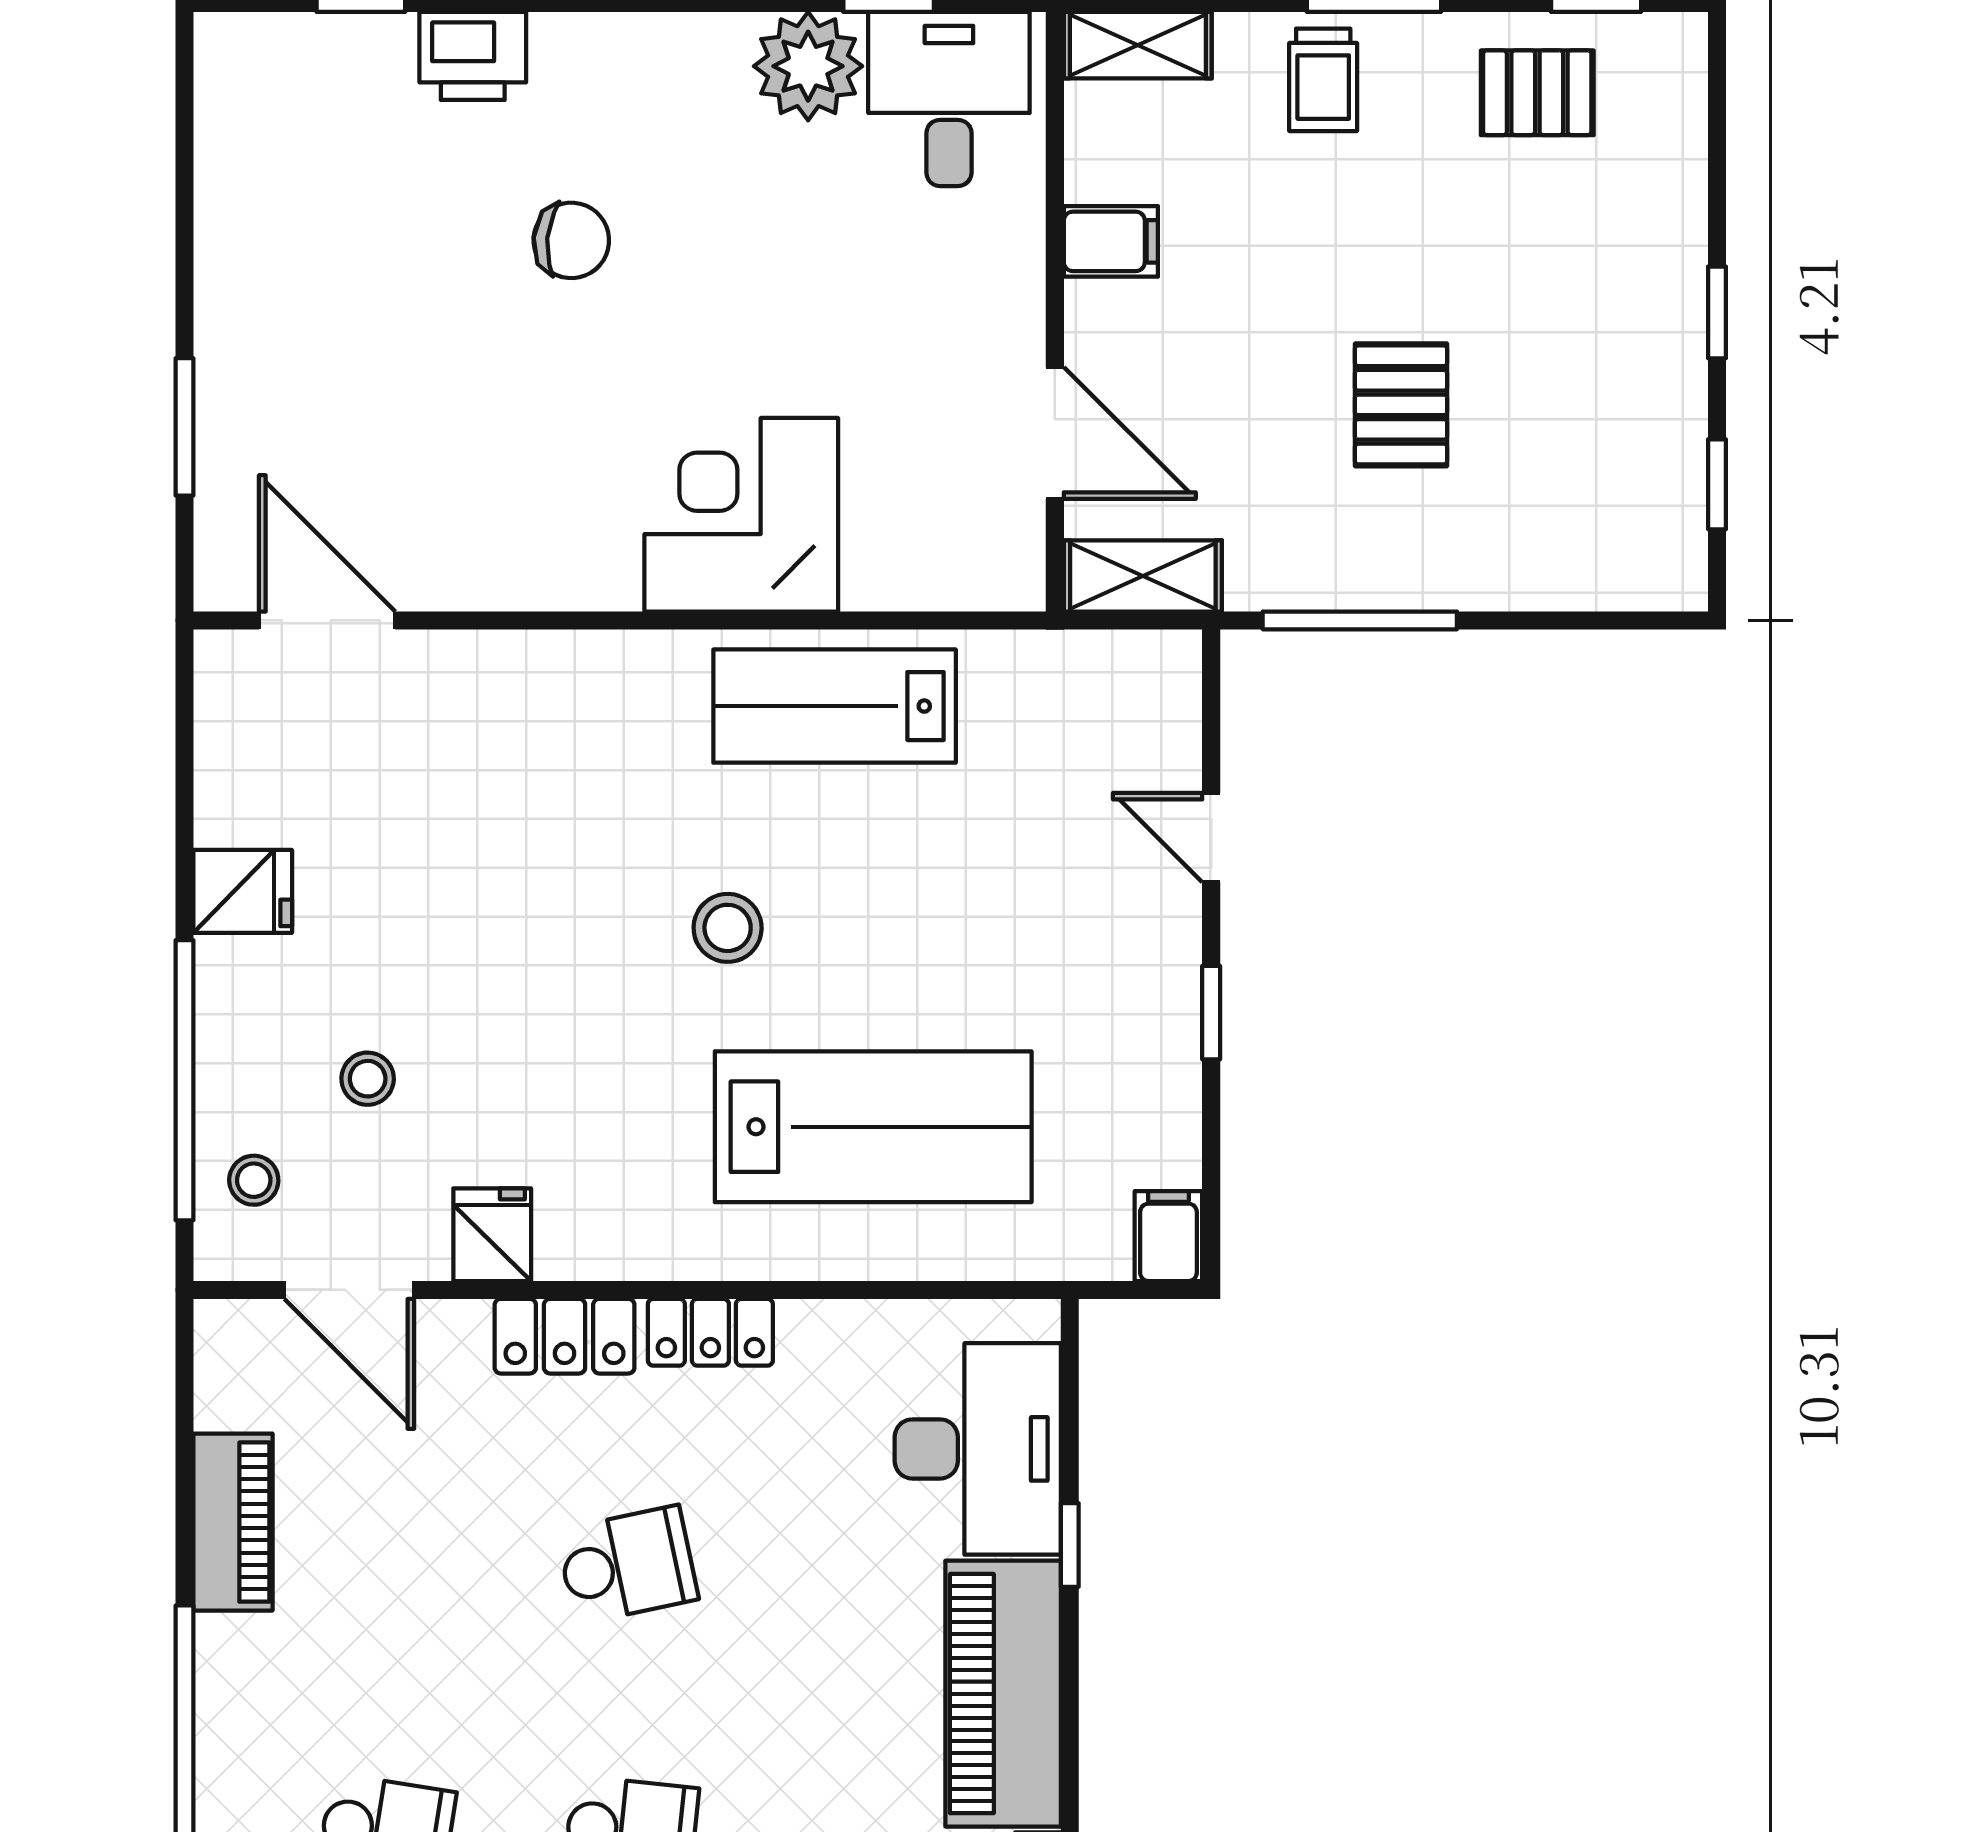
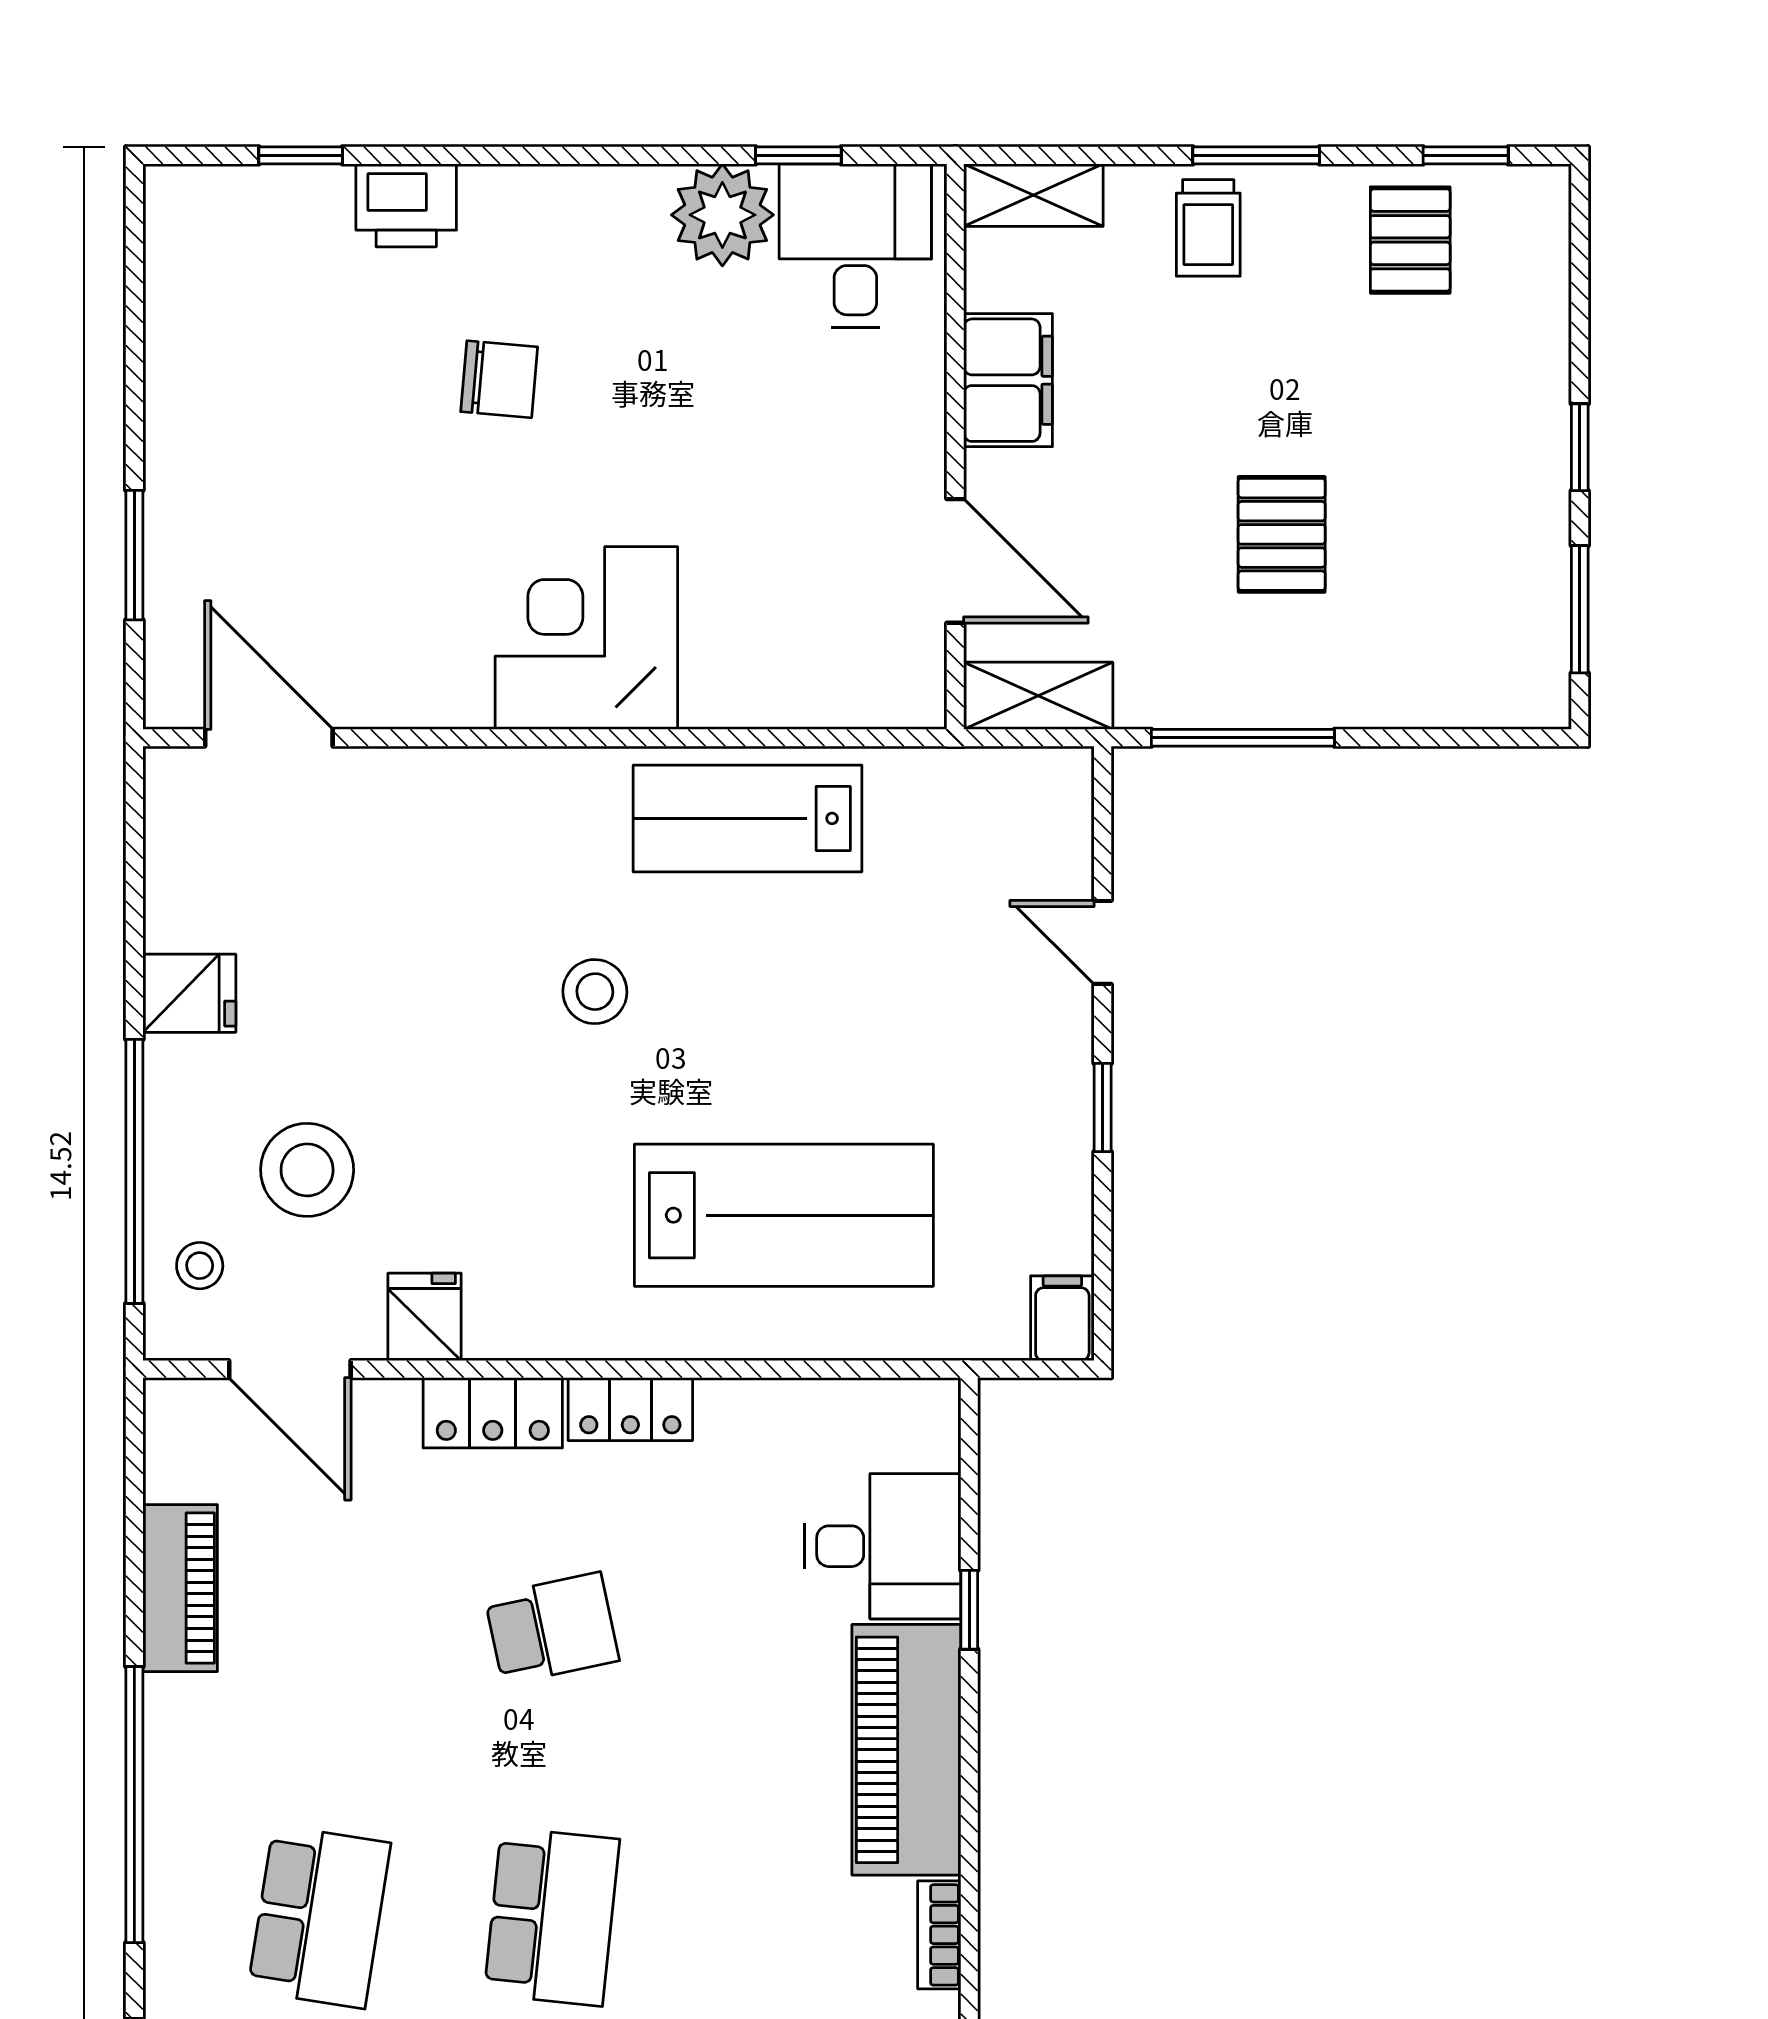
pallet: (1537, 93) -> (1410, 240), turned 90
filing cabinet: (1111, 241) -> (1008, 380), width x2.00
window: (1717, 484) -> (1580, 609), width x1.50
corner desk: (741, 515) -> (586, 638), moved
stool: (728, 928) -> (595, 992), moved
stool: (368, 1079) -> (307, 1170), width x1.89, depth x1.89
desk: (978, 1449) -> (882, 1546), width x0.73

